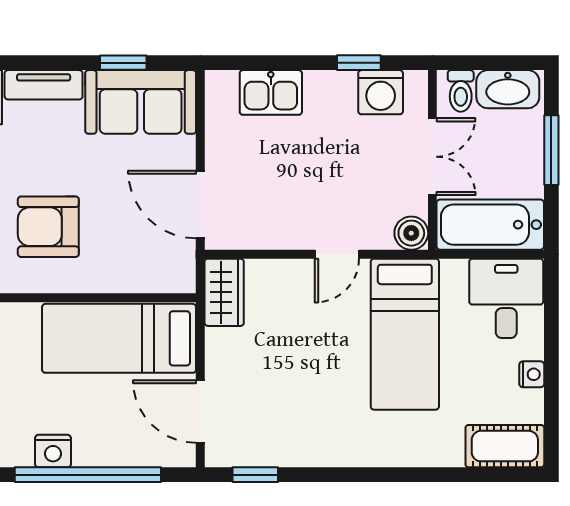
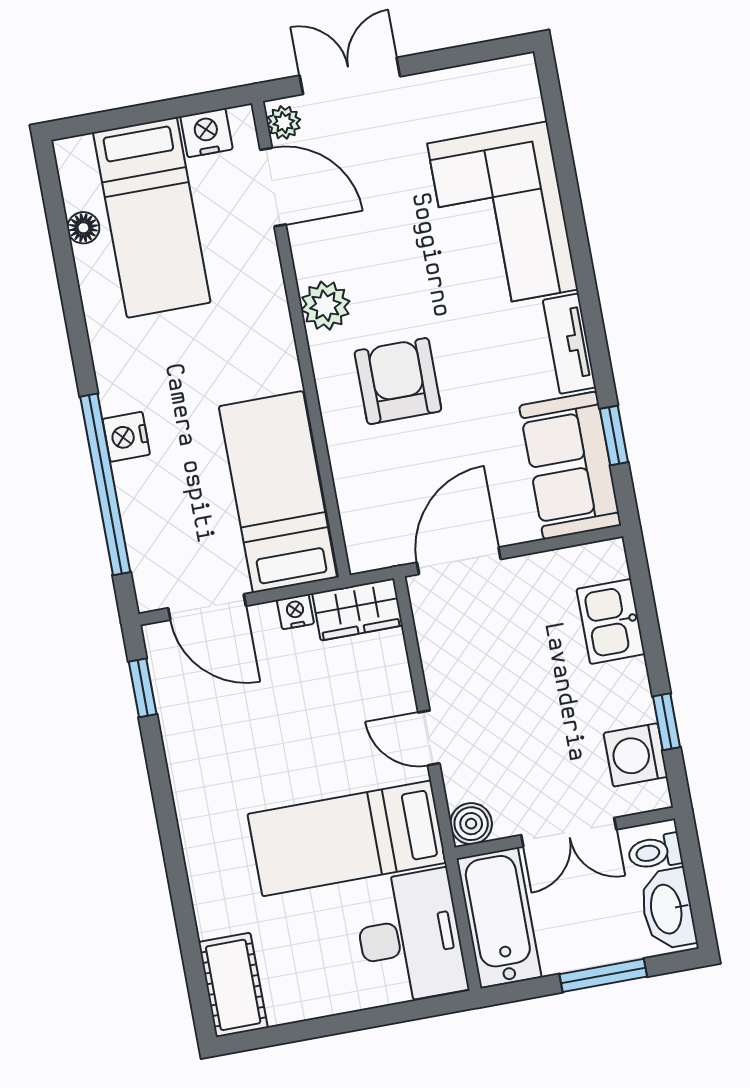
desk: (506, 298) -> (410, 937), width x1.37
nightstand: (532, 374) -> (295, 612), moved, turned 180
door: (200, 412) -> (207, 607), swing flipped

